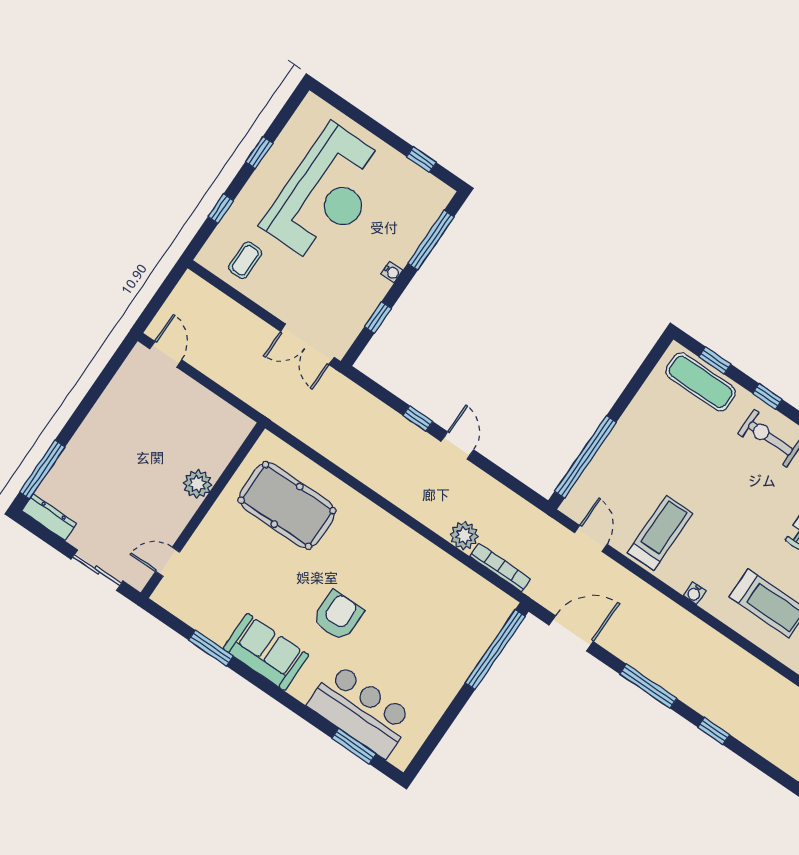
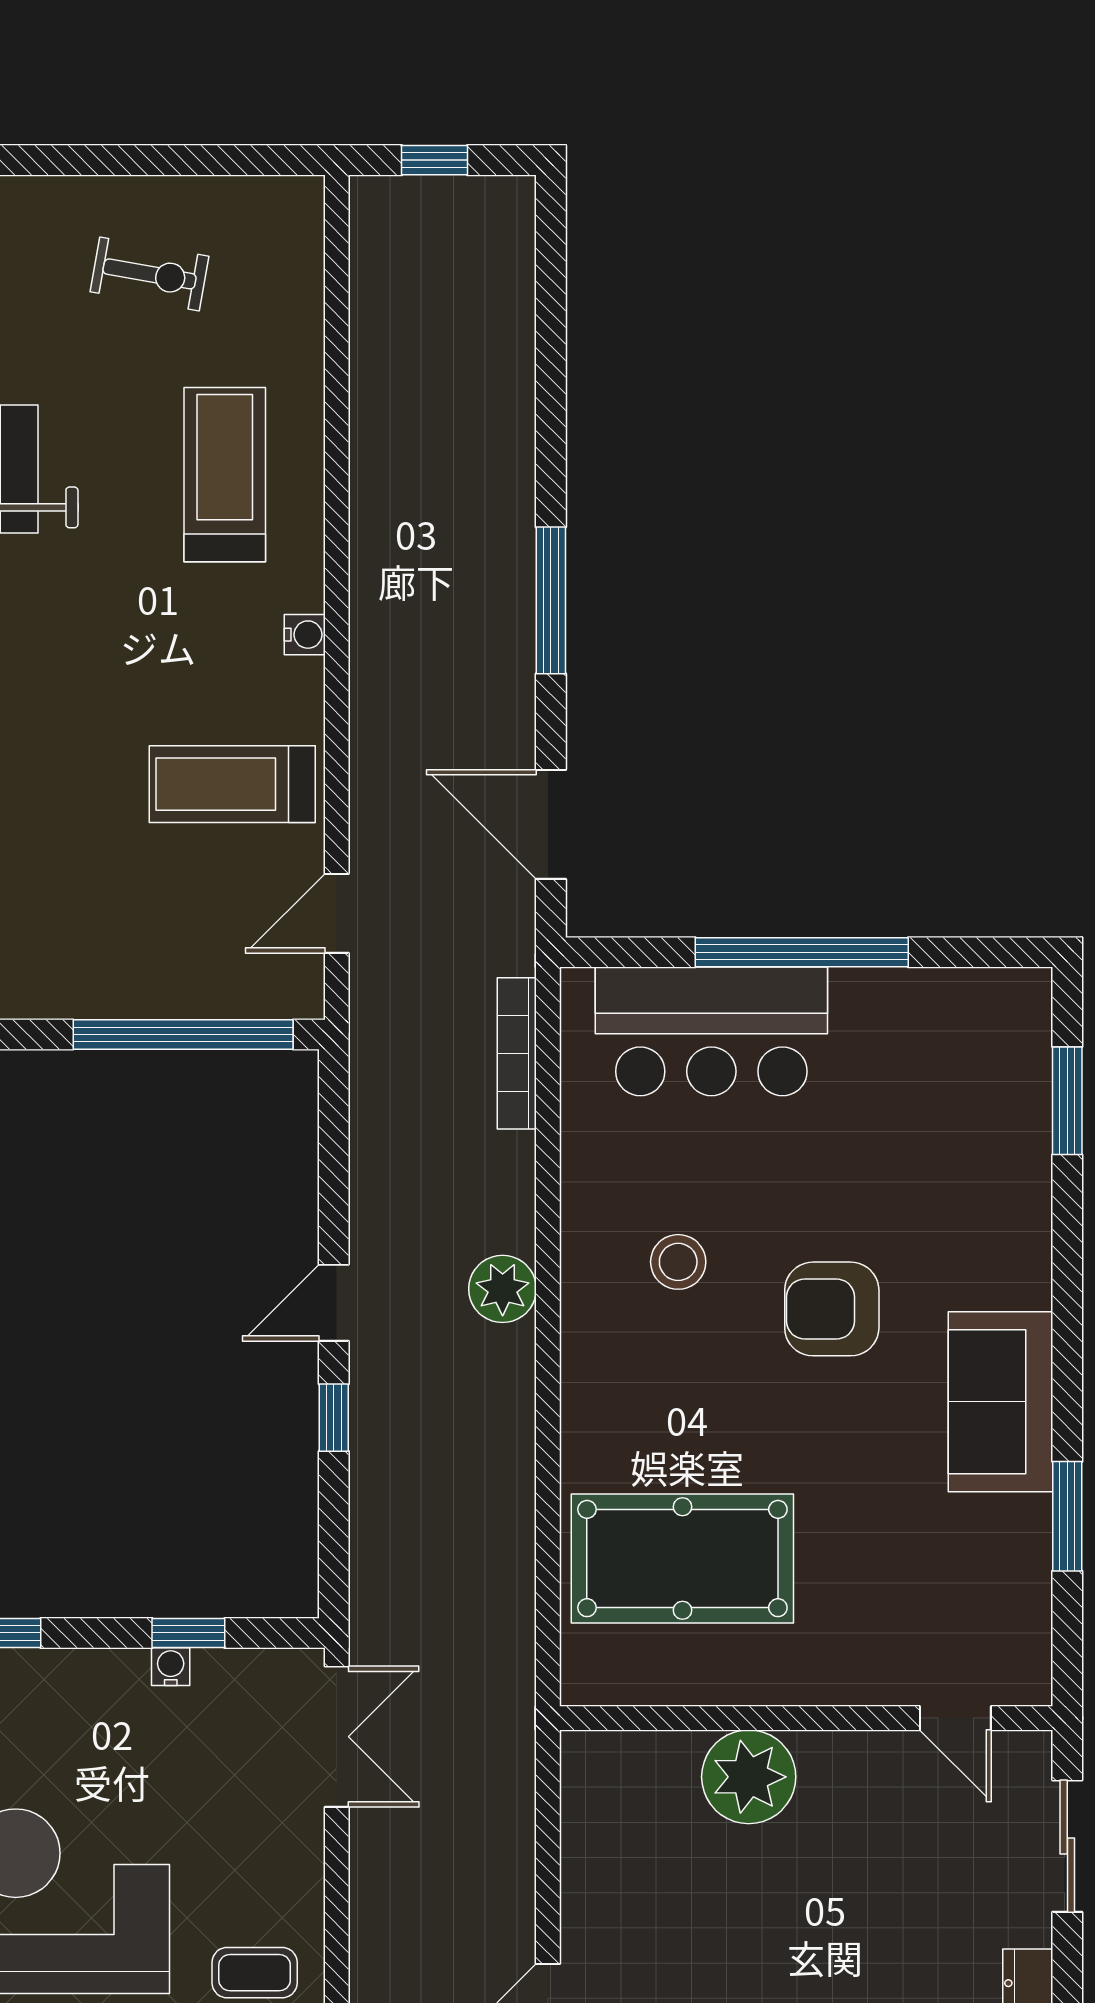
water cooler: (392, 272) -> (171, 1667), moved
plant: (197, 484) -> (749, 1777), width x1.36, depth x1.36
pool table: (287, 505) -> (682, 1559), turned 90
plant: (464, 536) -> (503, 1289), moved
stool: (390, 574) -> (678, 1262), added
window: (495, 650) -> (802, 952), moved
bar counter: (361, 711) -> (711, 1031), moved, turned -90
window: (714, 731) -> (551, 410), removed

